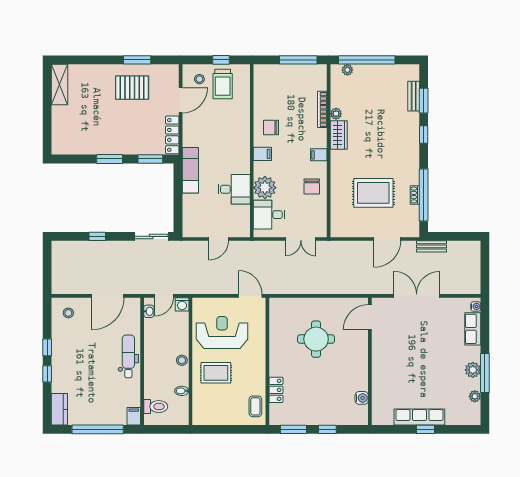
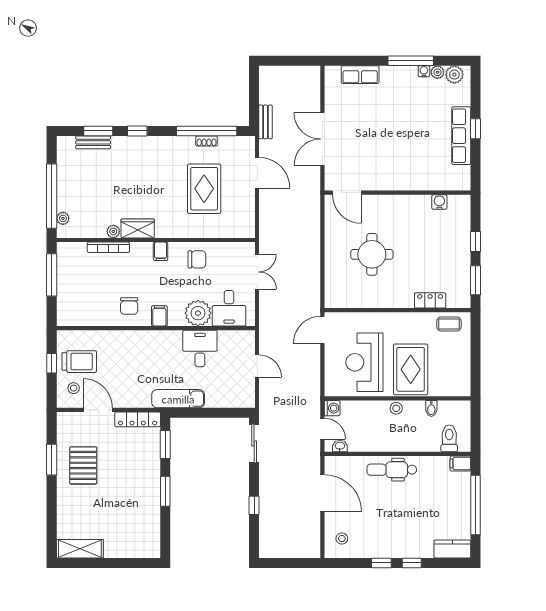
water cooler: (476, 306) -> (424, 71), moved
plant: (473, 370) -> (454, 75), moved
rug: (216, 373) -> (411, 369), width x1.36, depth x1.43

